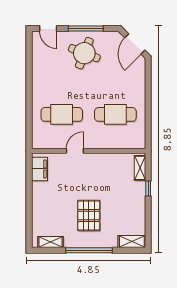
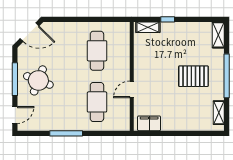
window: (29, 82) -> (66, 133), added
door: (75, 151) -> (132, 89), hinge flipped

